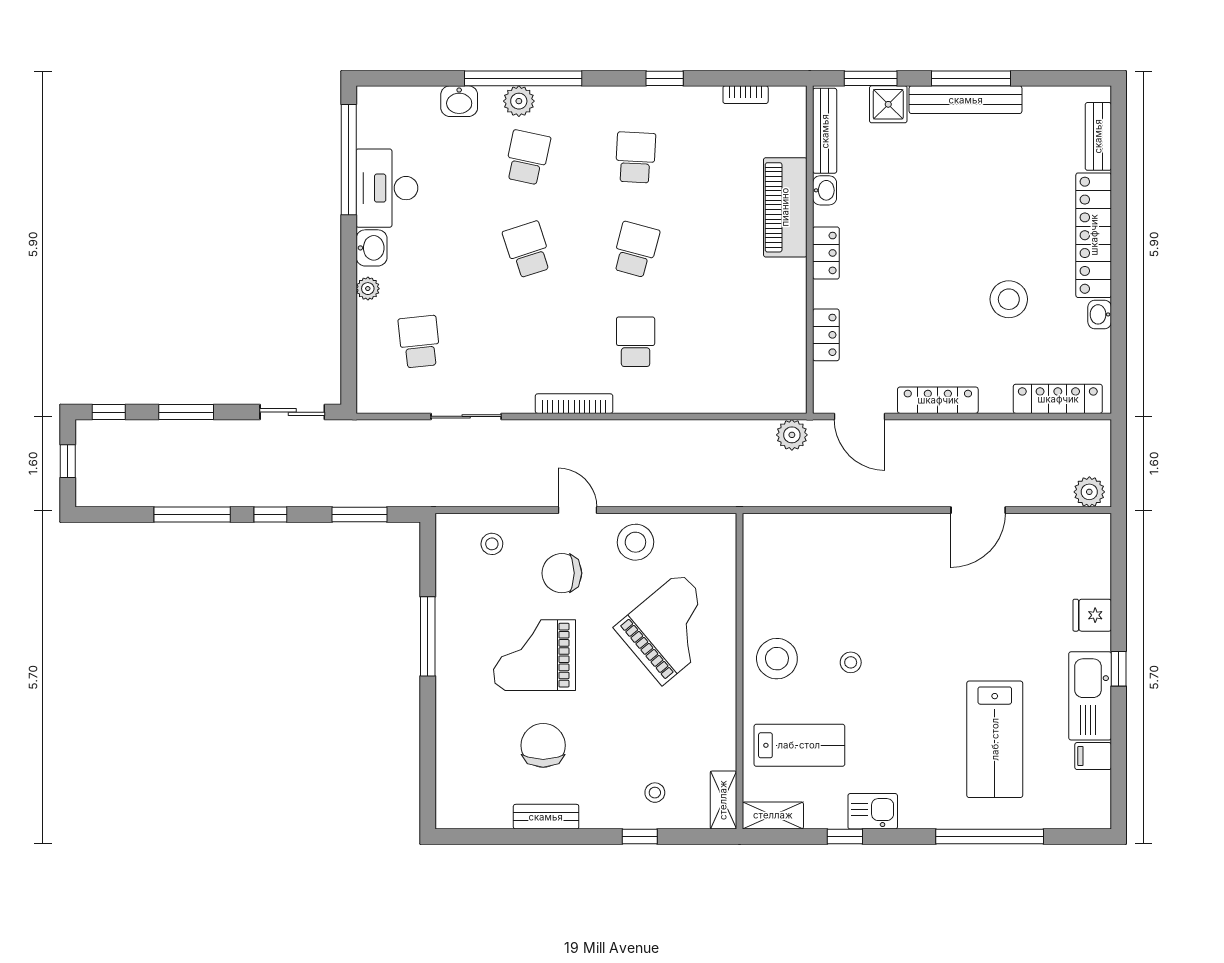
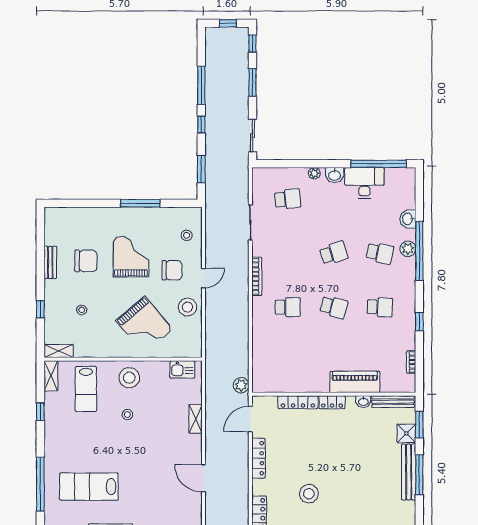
locker: (826, 335) -> (298, 402), width x1.53
shelving: (859, 526) -> (196, 419), added
chair: (562, 573) -> (172, 270), turned 90
stool: (655, 793) -> (82, 310), moved
kitchen sink: (873, 811) -> (182, 369), moved, turned 90

